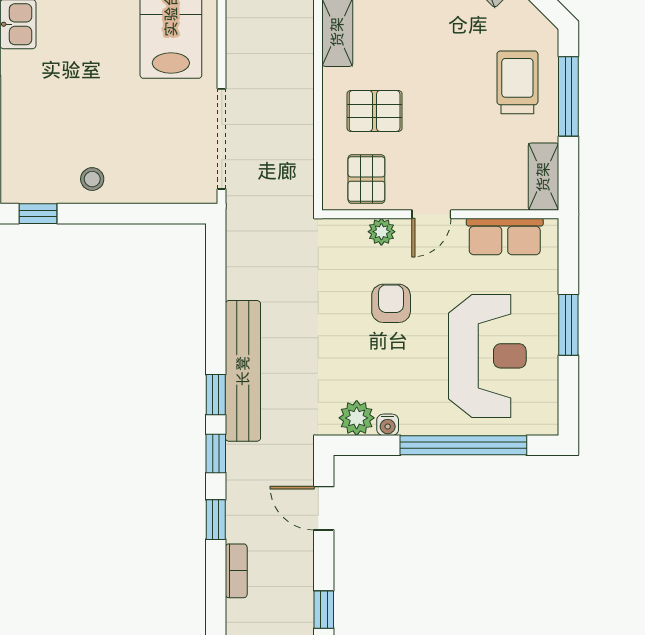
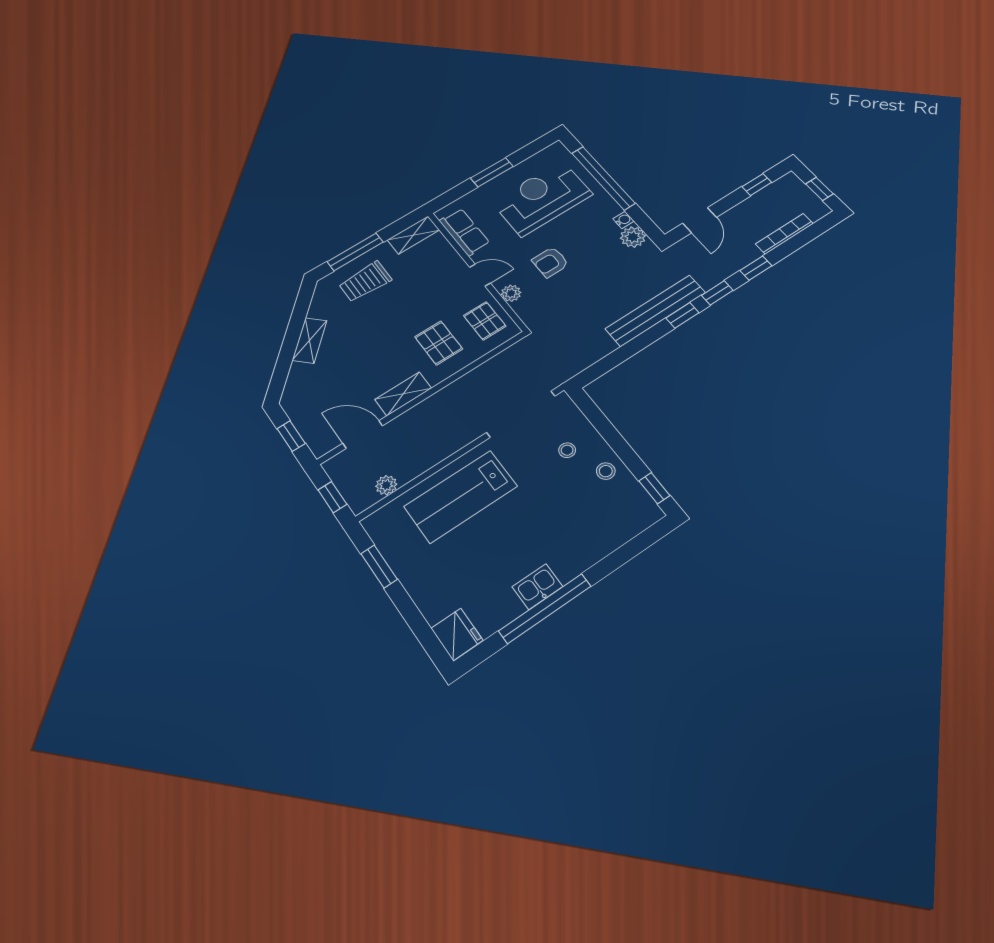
stool: (144, 157) -> (567, 450), added
pallet: (366, 179) -> (485, 321), turned 90
bookcase: (236, 571) -> (784, 234), width x1.56

